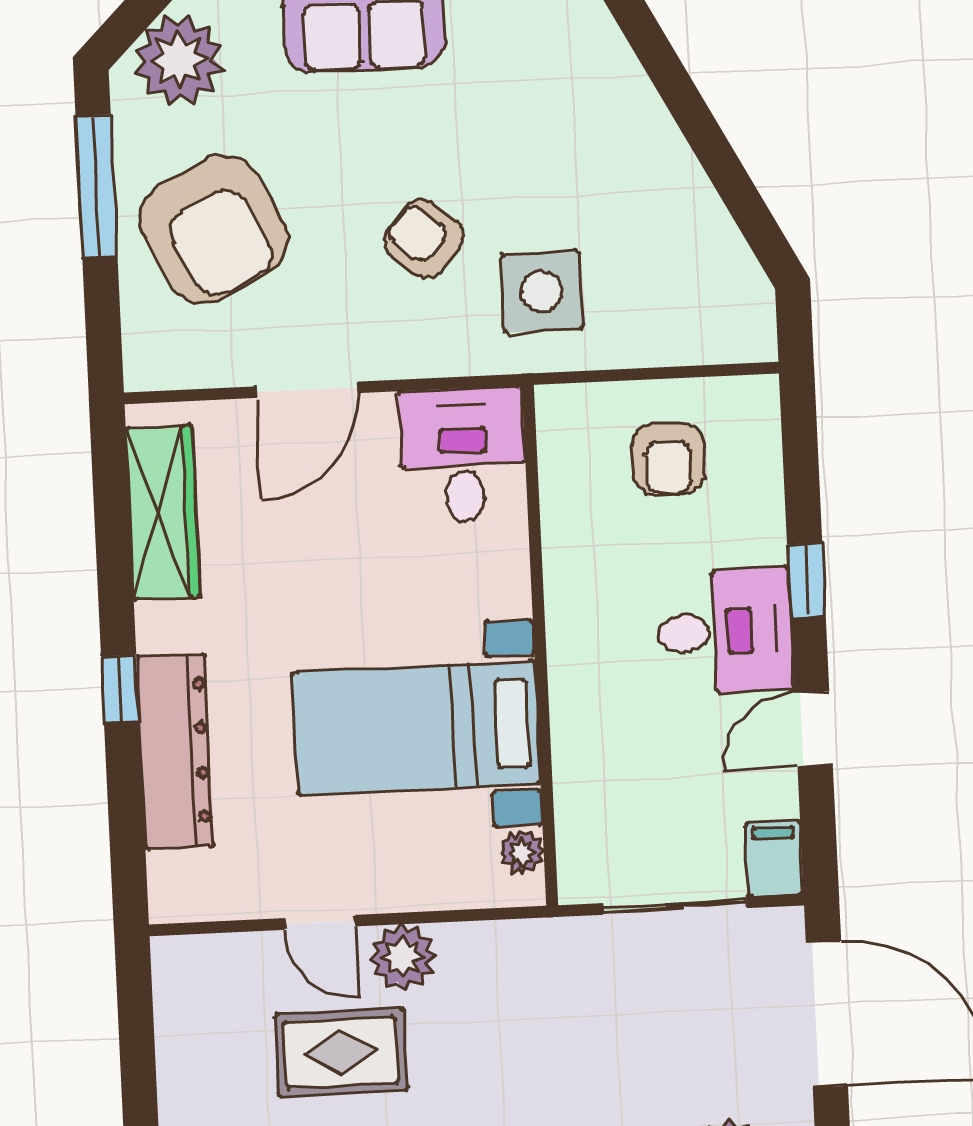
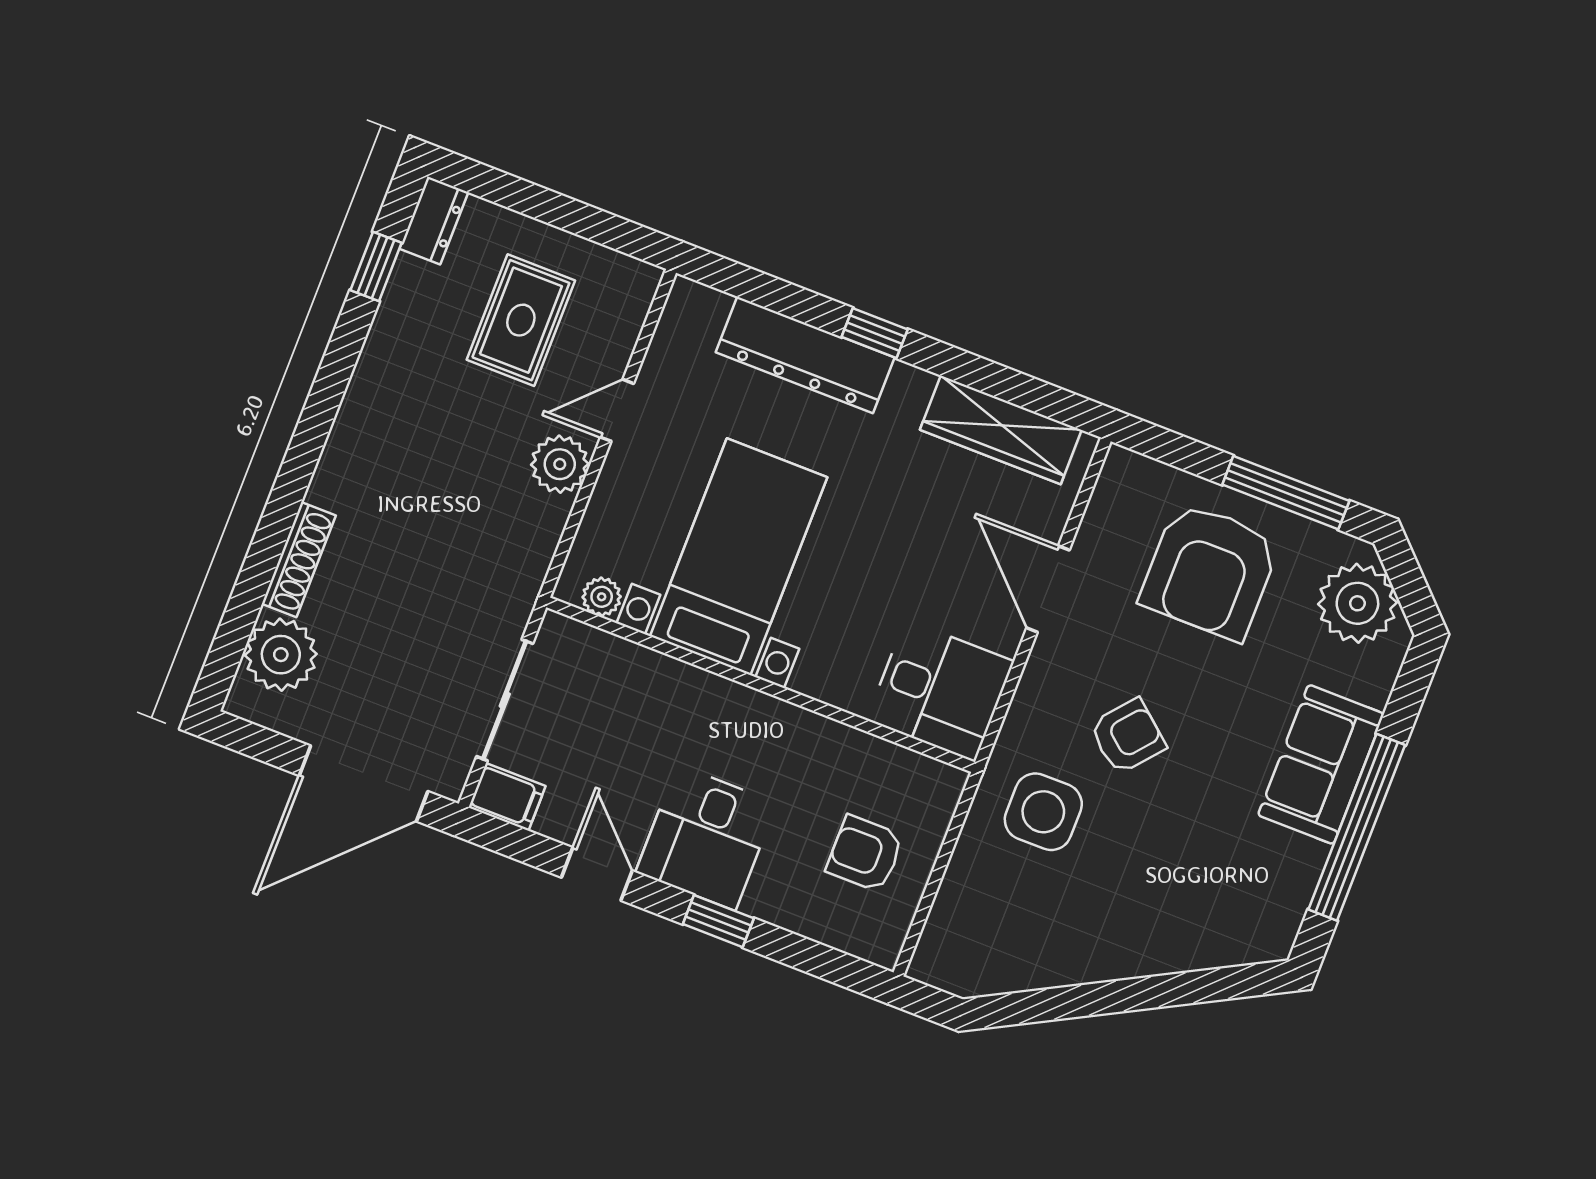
armchair: (213, 229) -> (1210, 571), turned -63
rug: (341, 1052) -> (521, 320), moved

